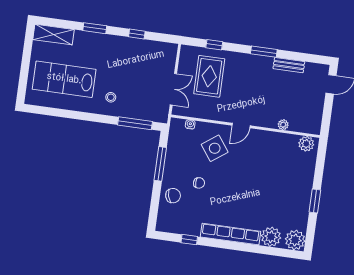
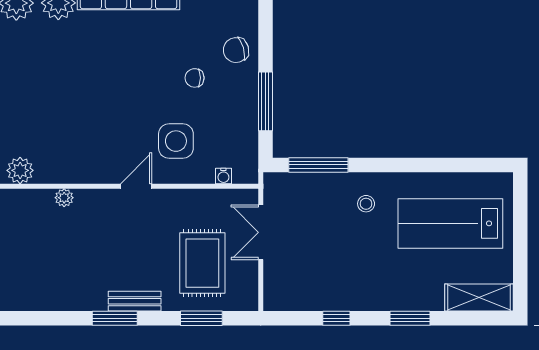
window: (214, 45) -> (201, 318), width x1.50
bench: (289, 65) -> (135, 301), moved
lab bench: (64, 79) -> (450, 223), turned 180
side table: (215, 148) -> (176, 141), turned 36

